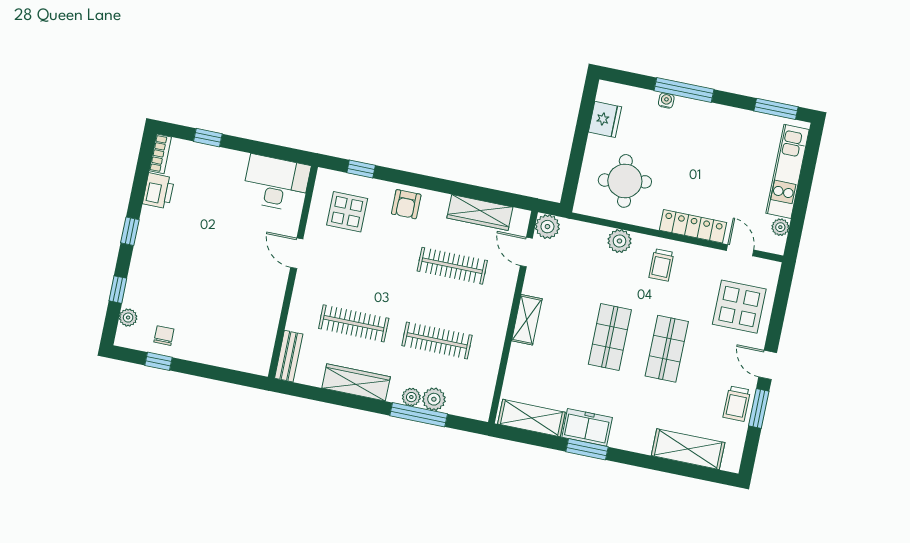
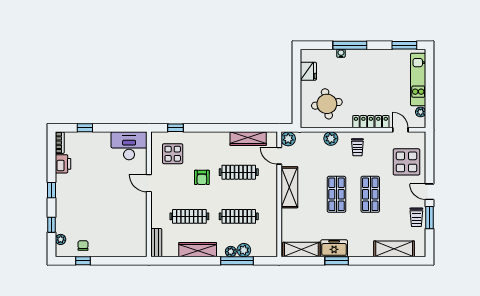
armchair: (406, 204) -> (202, 177), moved
shelving: (527, 320) -> (289, 187), width x1.50, depth x1.33

